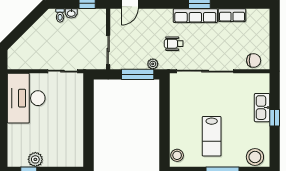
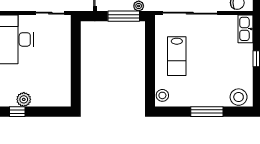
kitchen sink: (262, 108) -> (245, 29), moved
lab bench: (212, 136) -> (177, 56), moved

